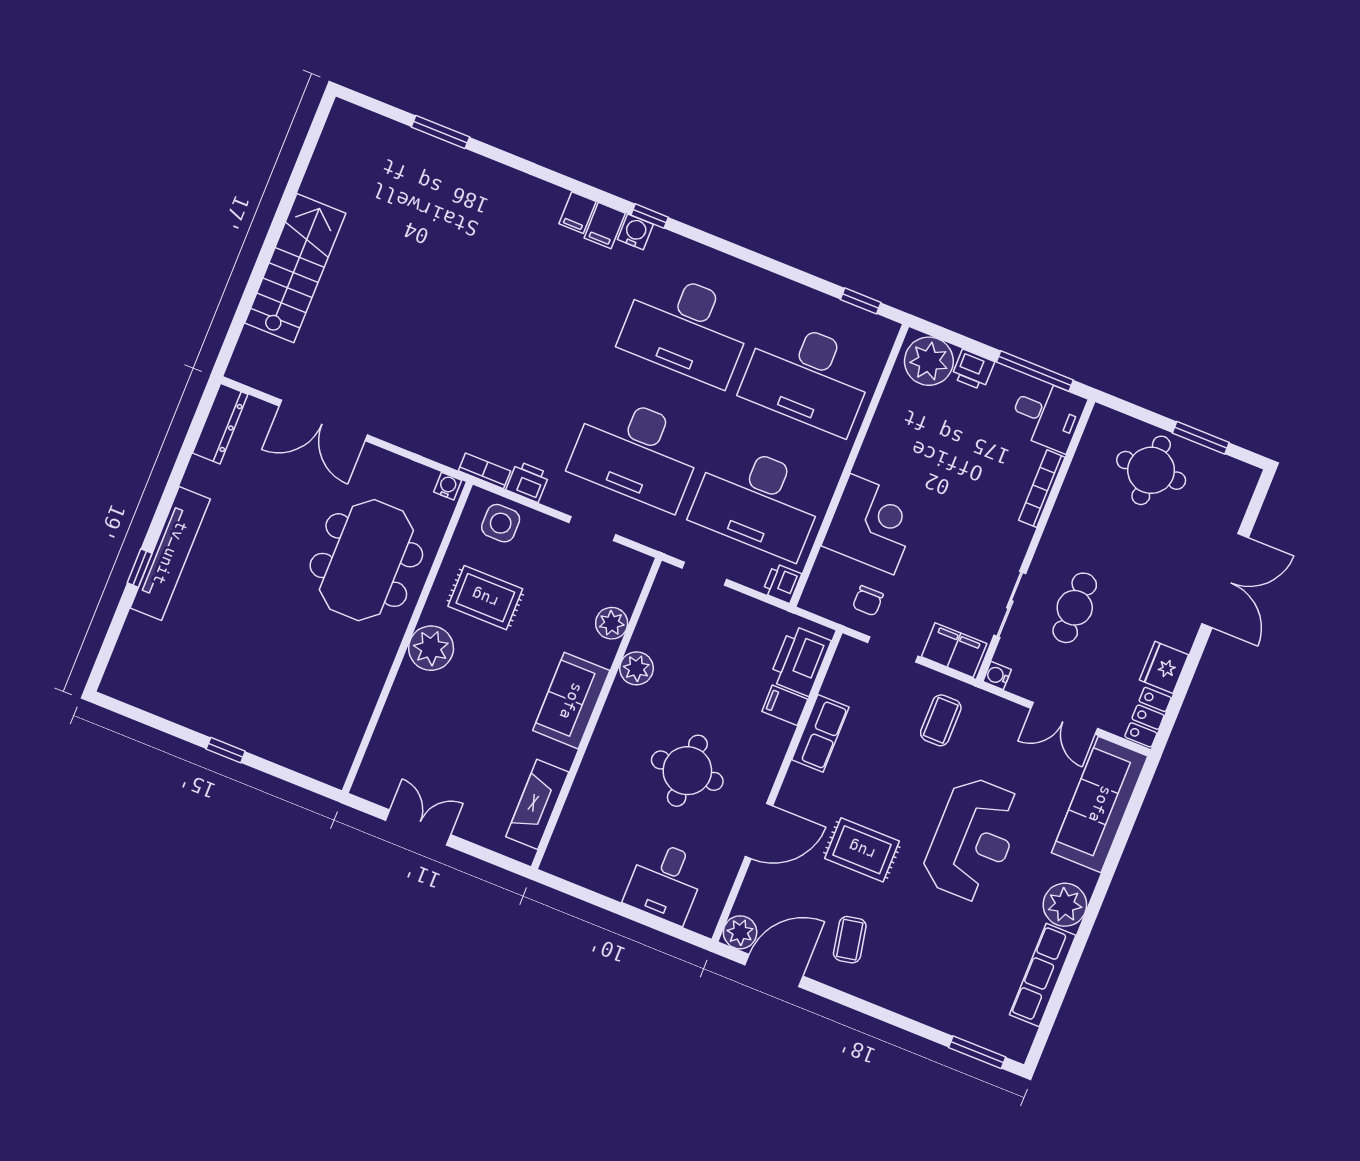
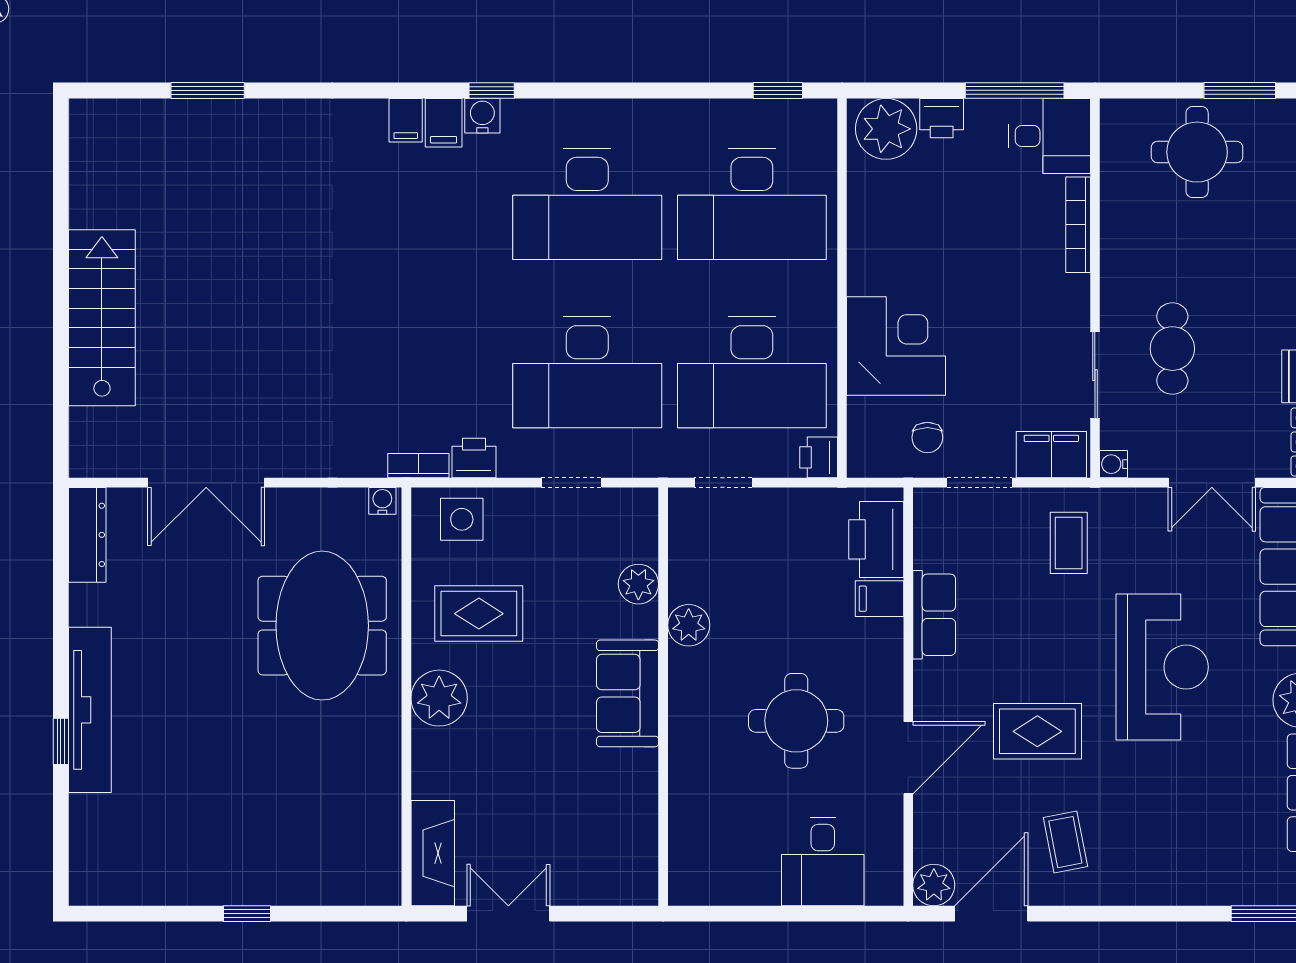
fireplace: (537, 804) -> (433, 853), moved, turned 180

